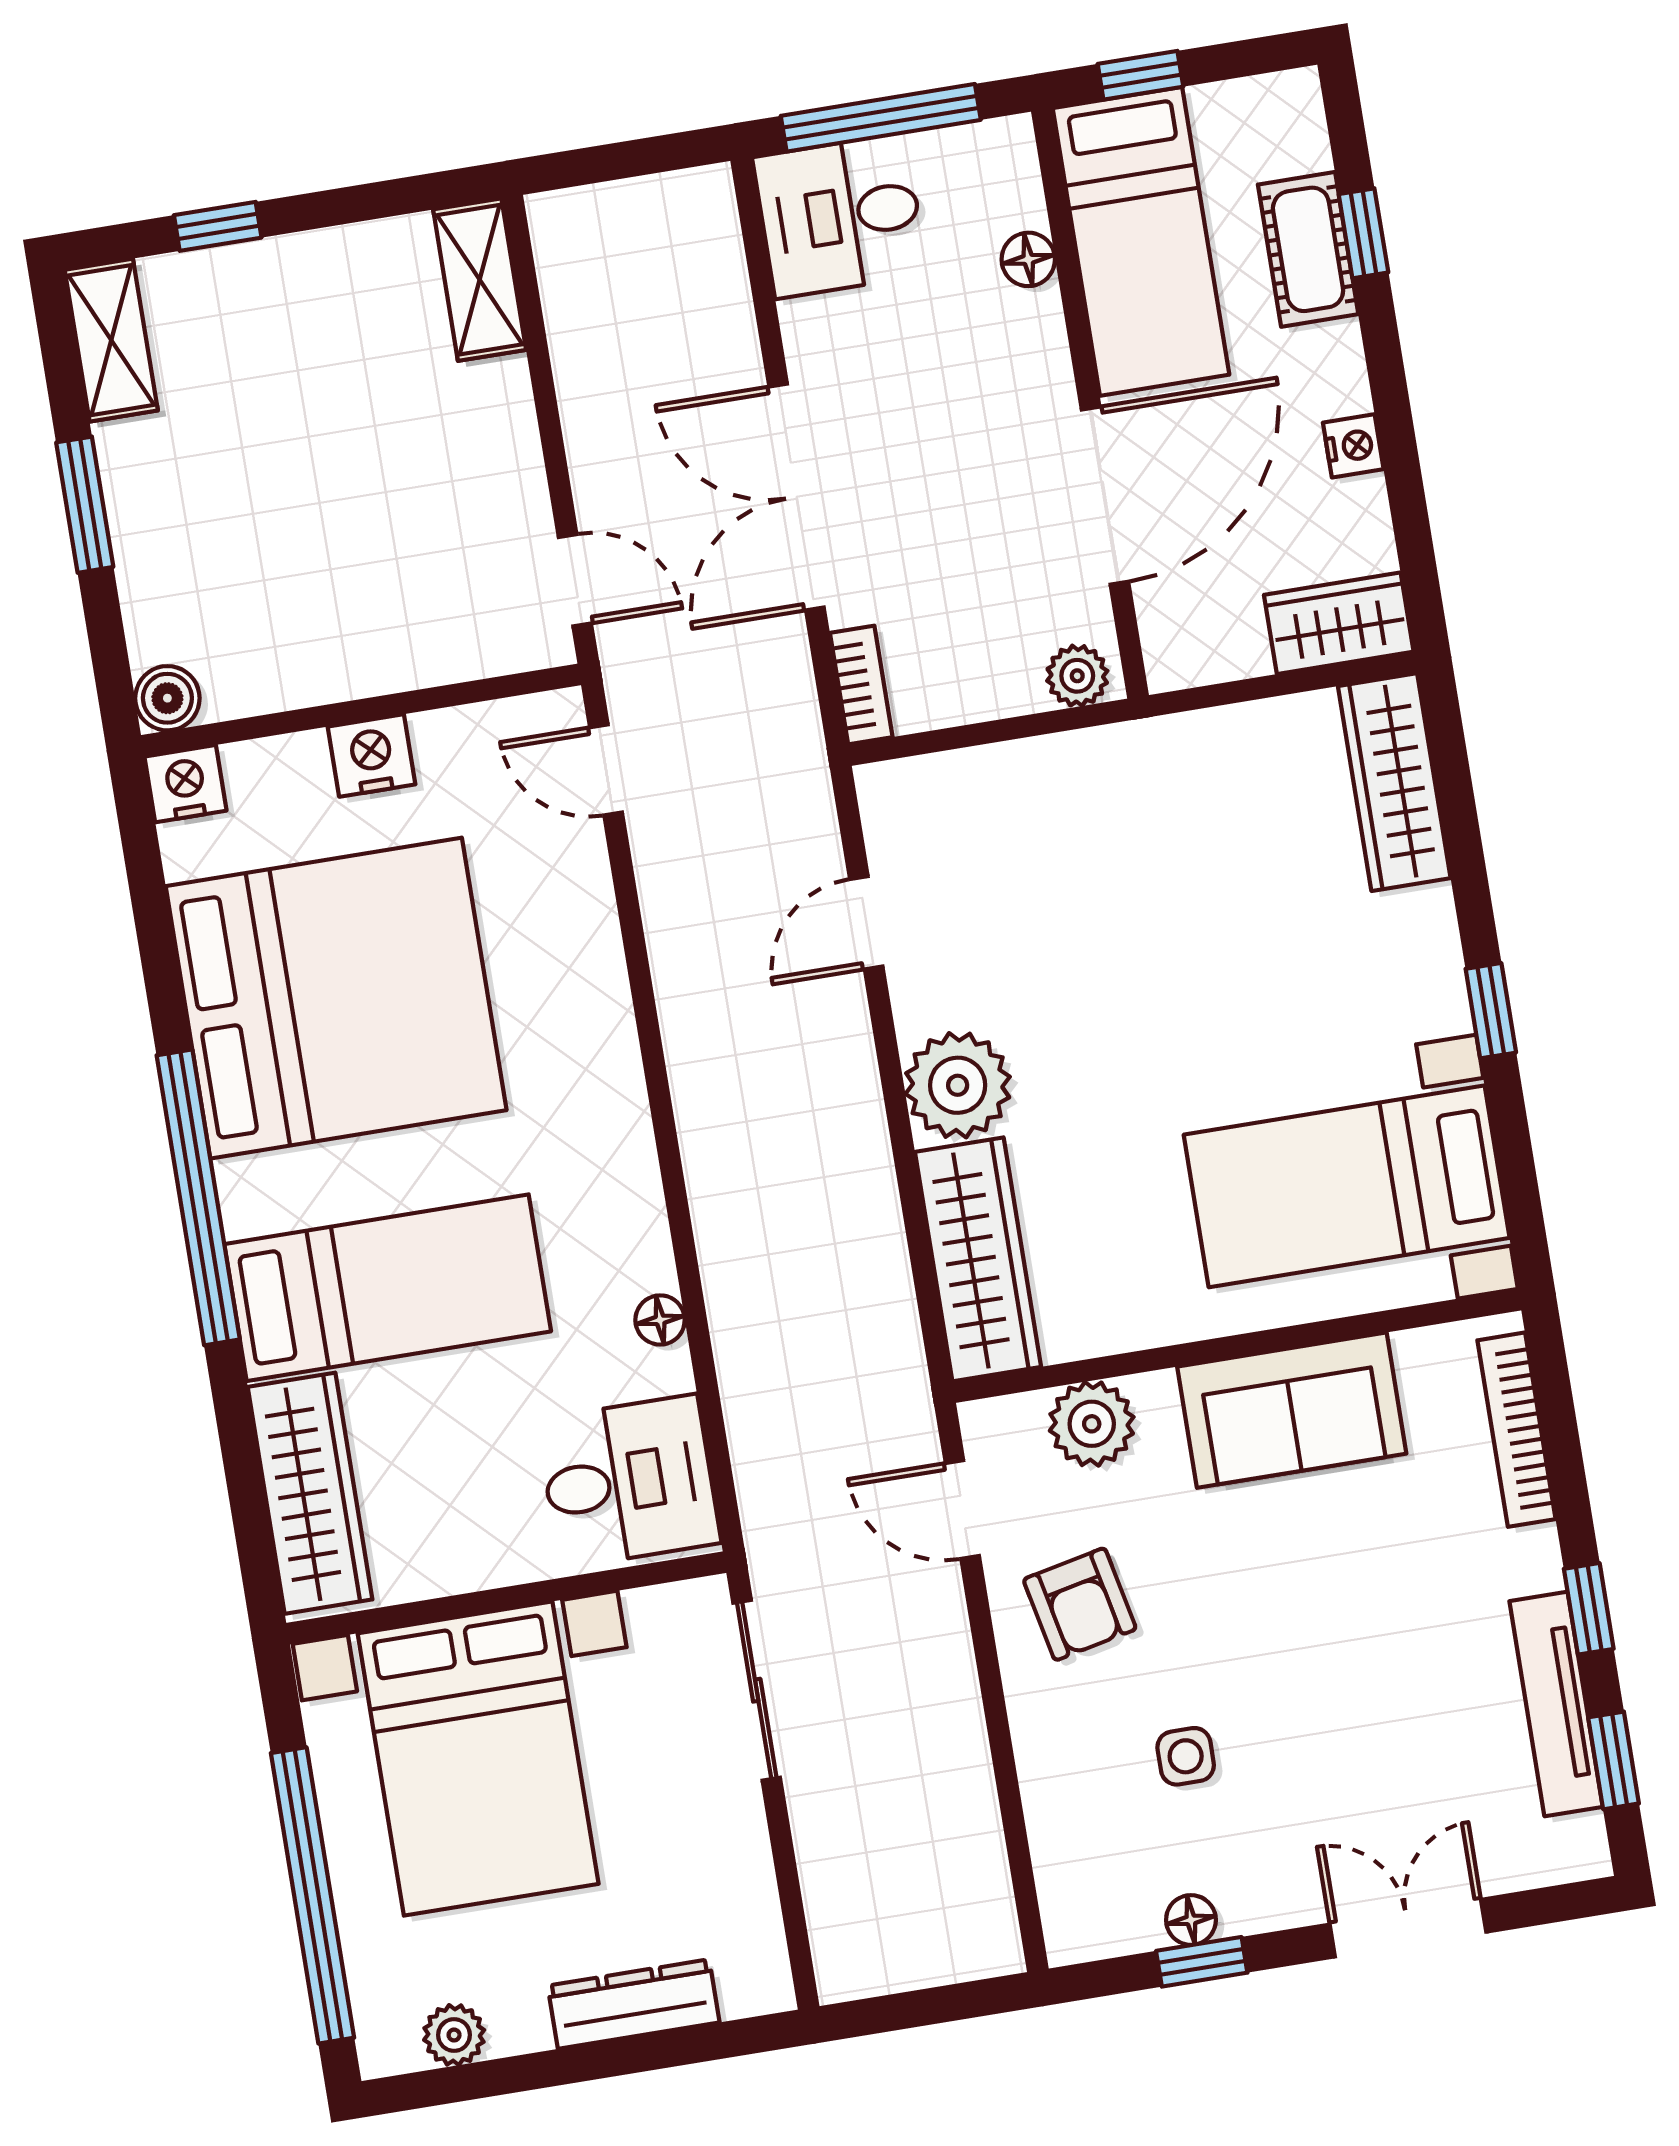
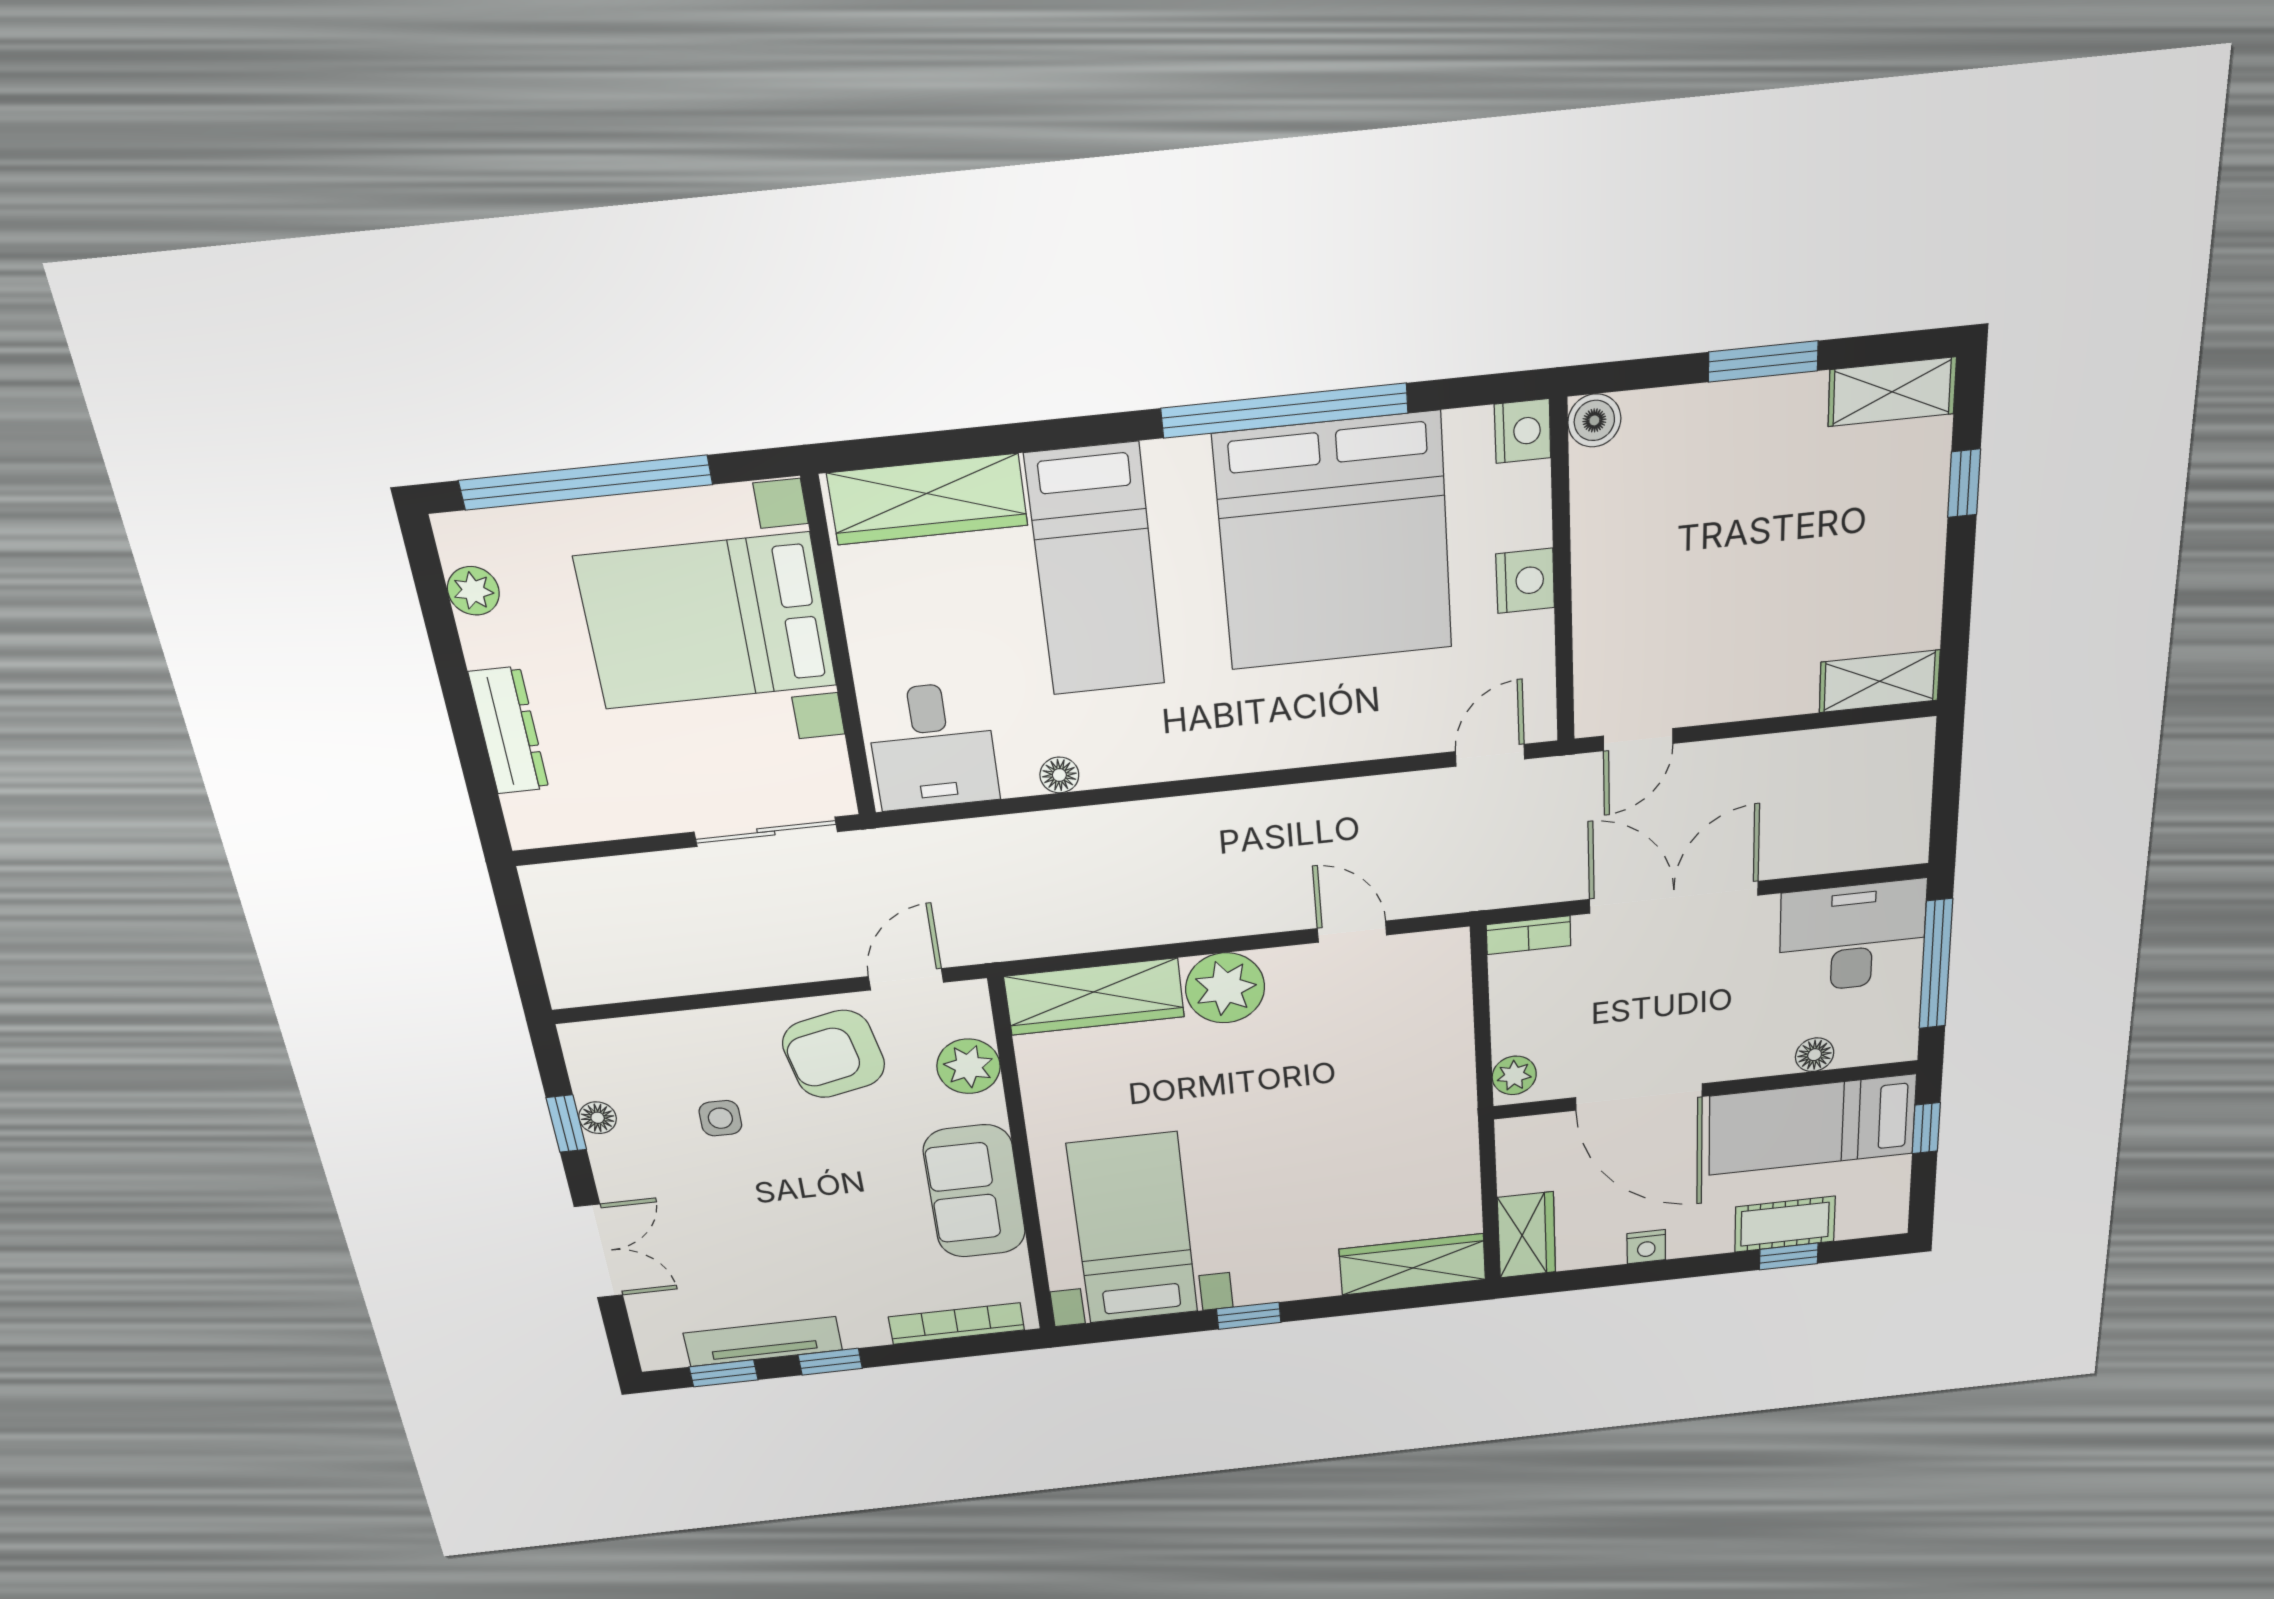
desk: (840, 216) -> (1852, 937), width x1.37
window: (198, 1197) -> (1285, 411), moved
armchair: (1080, 1604) -> (834, 1054), width x1.38, depth x1.38

